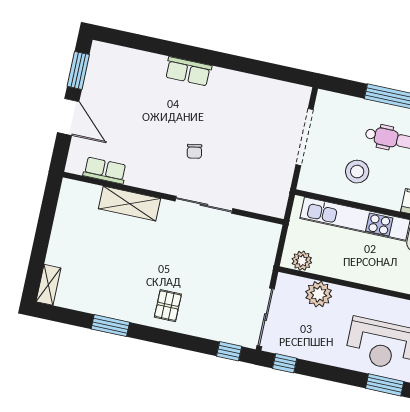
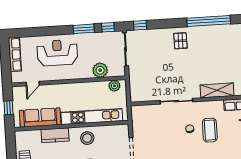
coffee table: (161, 140) -> (210, 130), added
stool: (357, 172) -> (87, 138), moved
window: (110, 326) -> (209, 21), width x2.11
window: (385, 385) -> (84, 29), moved

